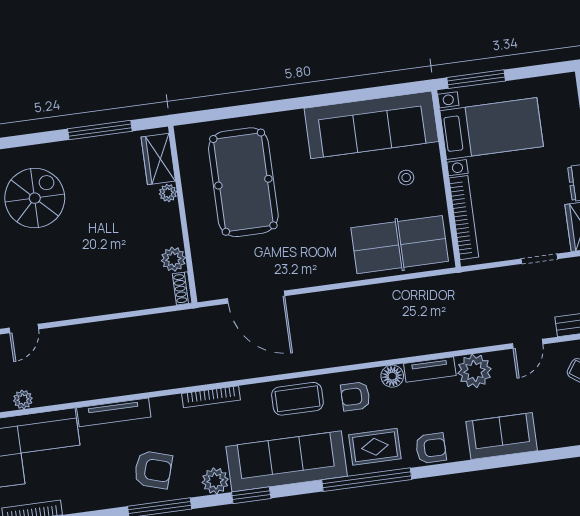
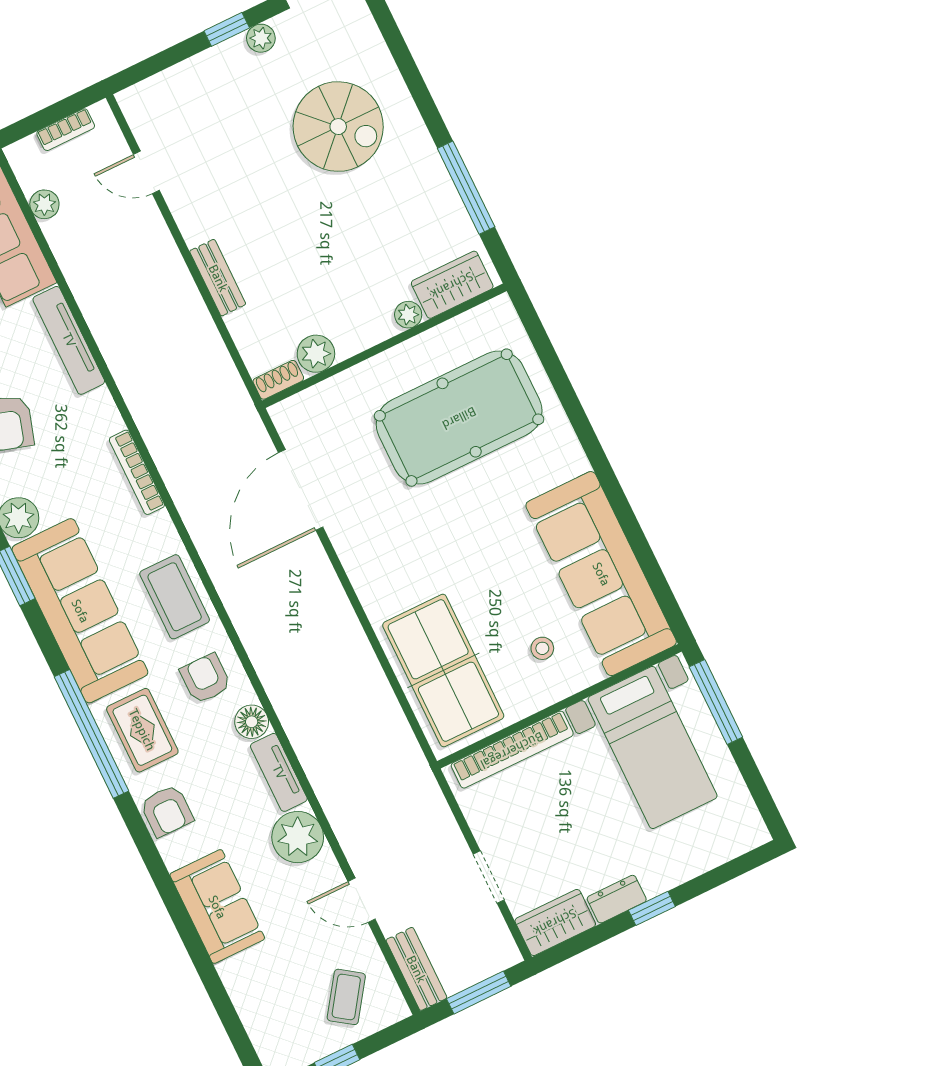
bench: (105, 305) -> (218, 278), added

